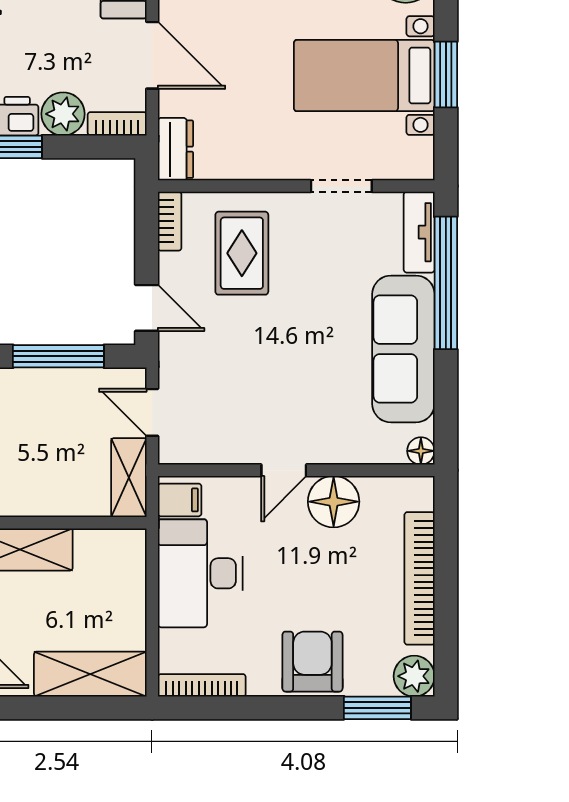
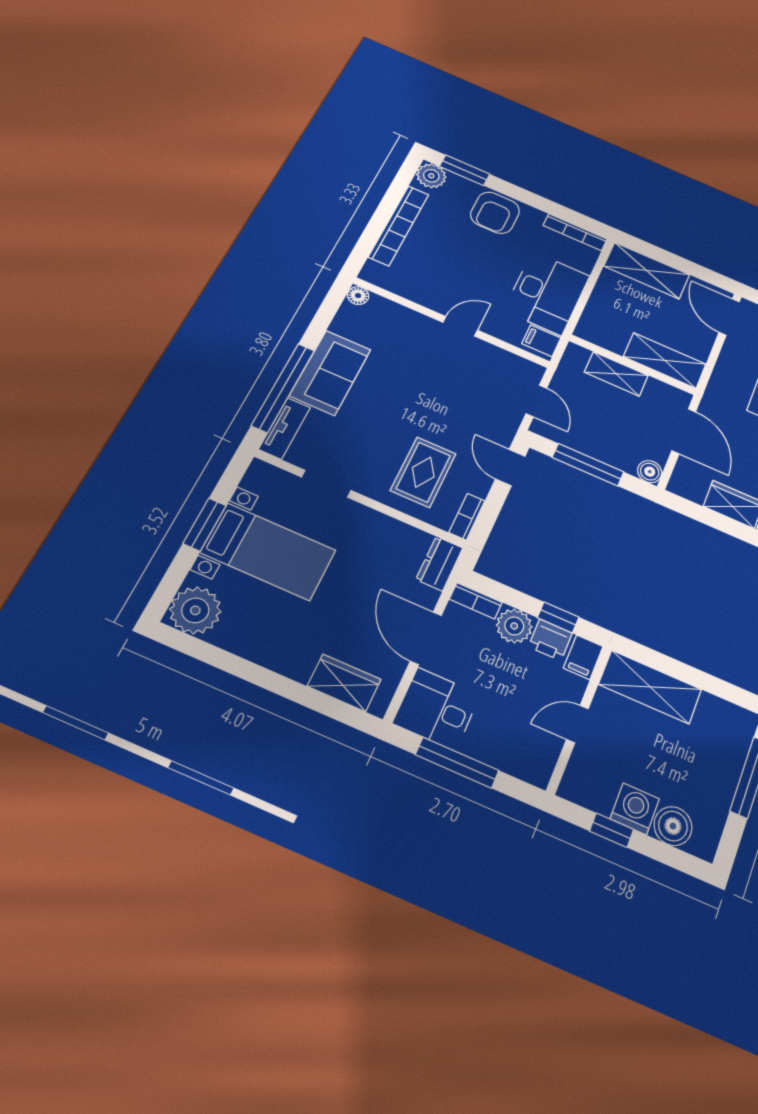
sofa: (403, 349) -> (330, 373), width x0.73
shelving: (129, 478) -> (616, 374), moved, turned 90
floor lamp: (334, 502) -> (435, 293), removed

